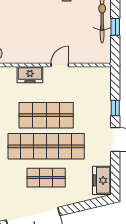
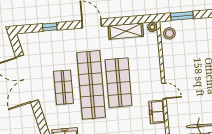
freezer: (30, 75) -> (157, 112), moved

